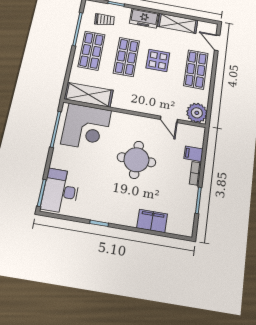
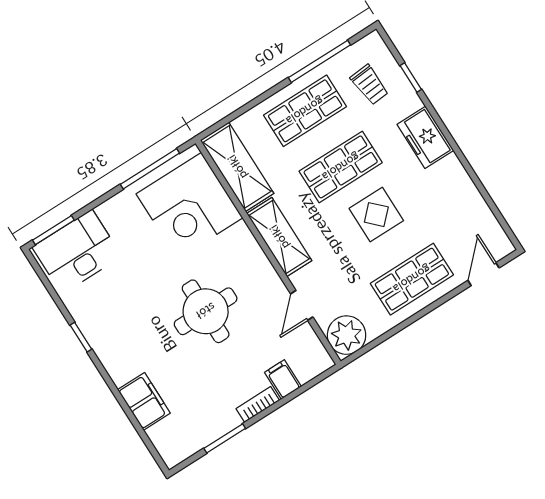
shelving: (178, 23) -> (279, 237), moved

